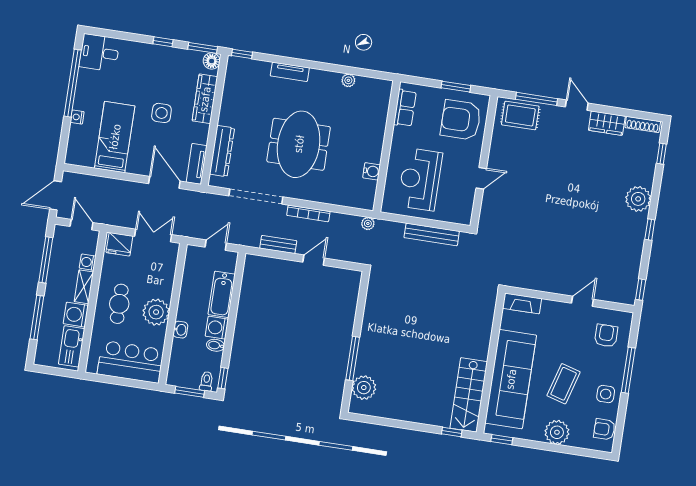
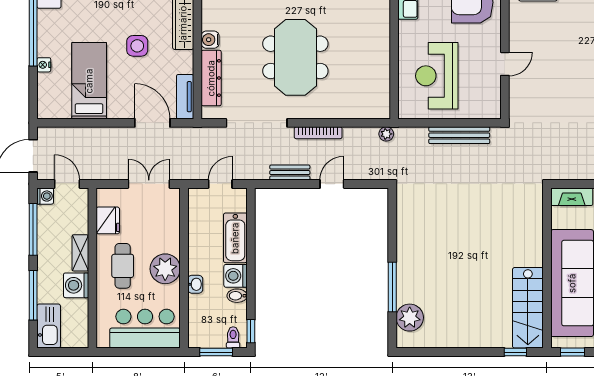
water cooler: (372, 171) -> (210, 40), moved, turned 180
fridge: (119, 244) -> (108, 220), moved, turned -90
washing machine: (88, 262) -> (45, 196), moved, turned 180
kitchen sink: (72, 346) -> (49, 326), moved, turned 180

